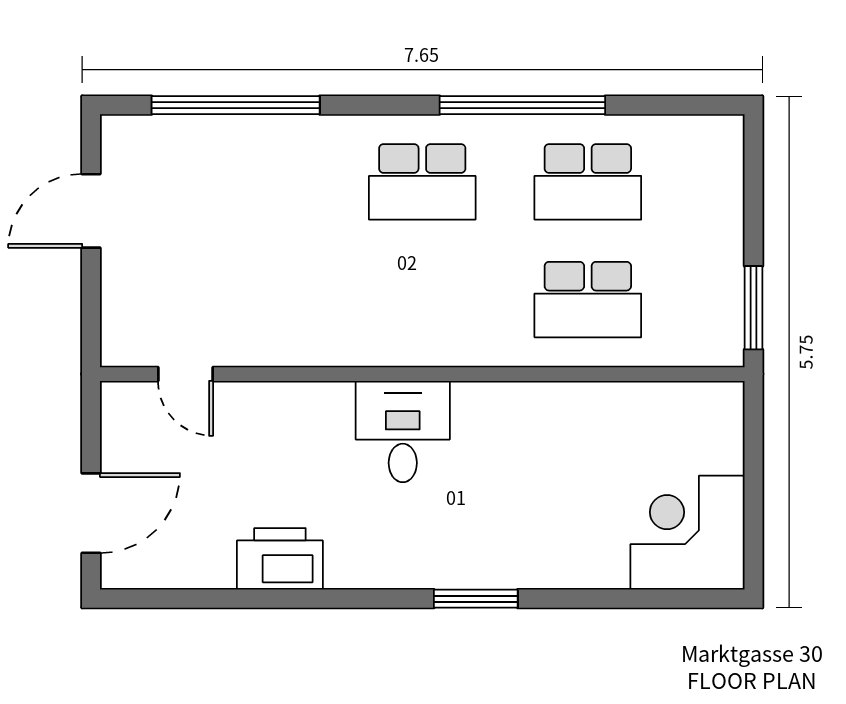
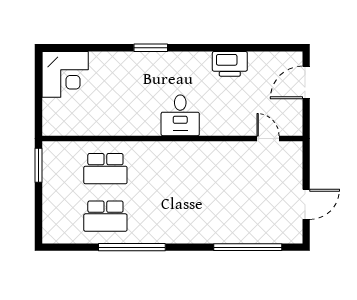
school desk: (422, 182) -> (172, 216), removed
school desk: (588, 182) -> (105, 216), turned 180
school desk: (588, 300) -> (105, 169), turned 180

